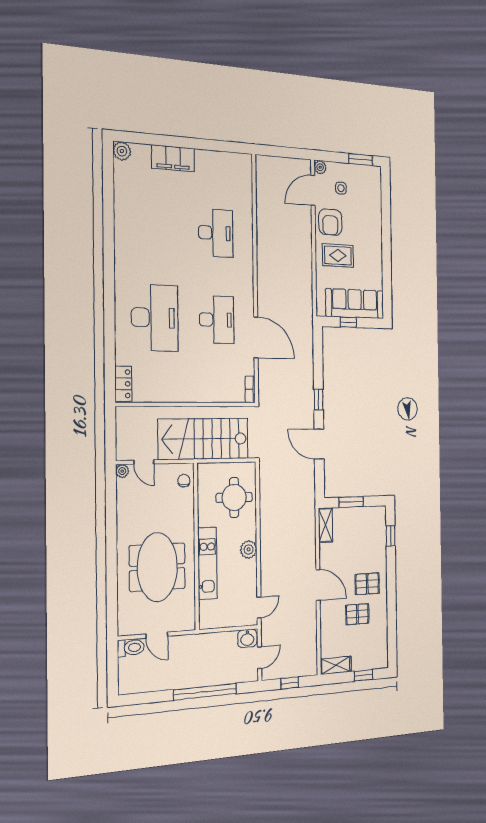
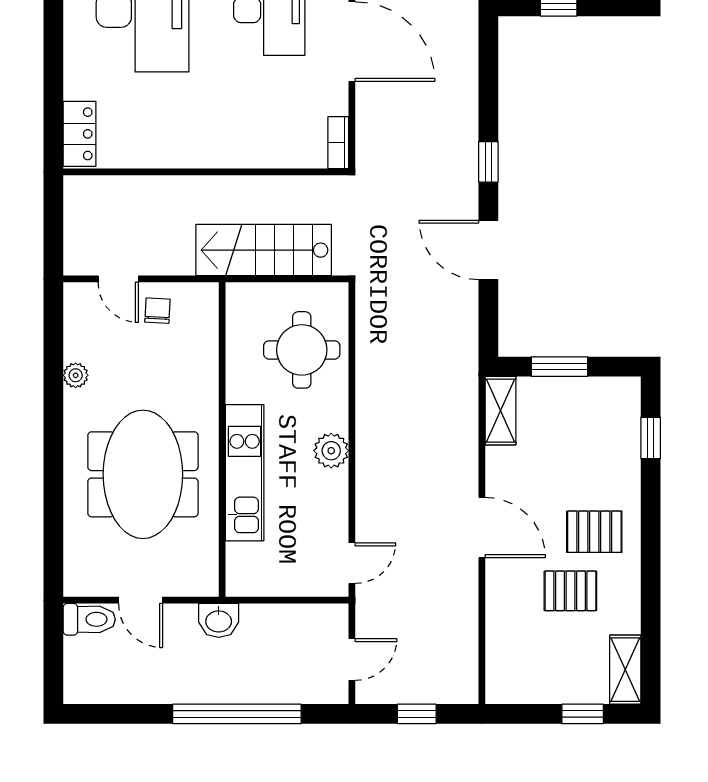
stairs: (203, 439) -> (264, 250), width x0.73, depth x0.66
plant: (122, 471) -> (76, 375), moved
chair: (184, 481) -> (157, 311), moved
washbasin: (247, 638) -> (219, 620), moved
shelving: (336, 665) -> (625, 670), moved, turned 90

